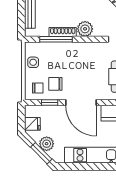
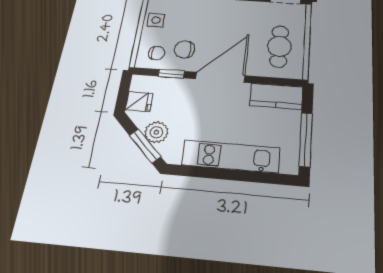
door: (81, 103) -> (220, 77), swing flipped

